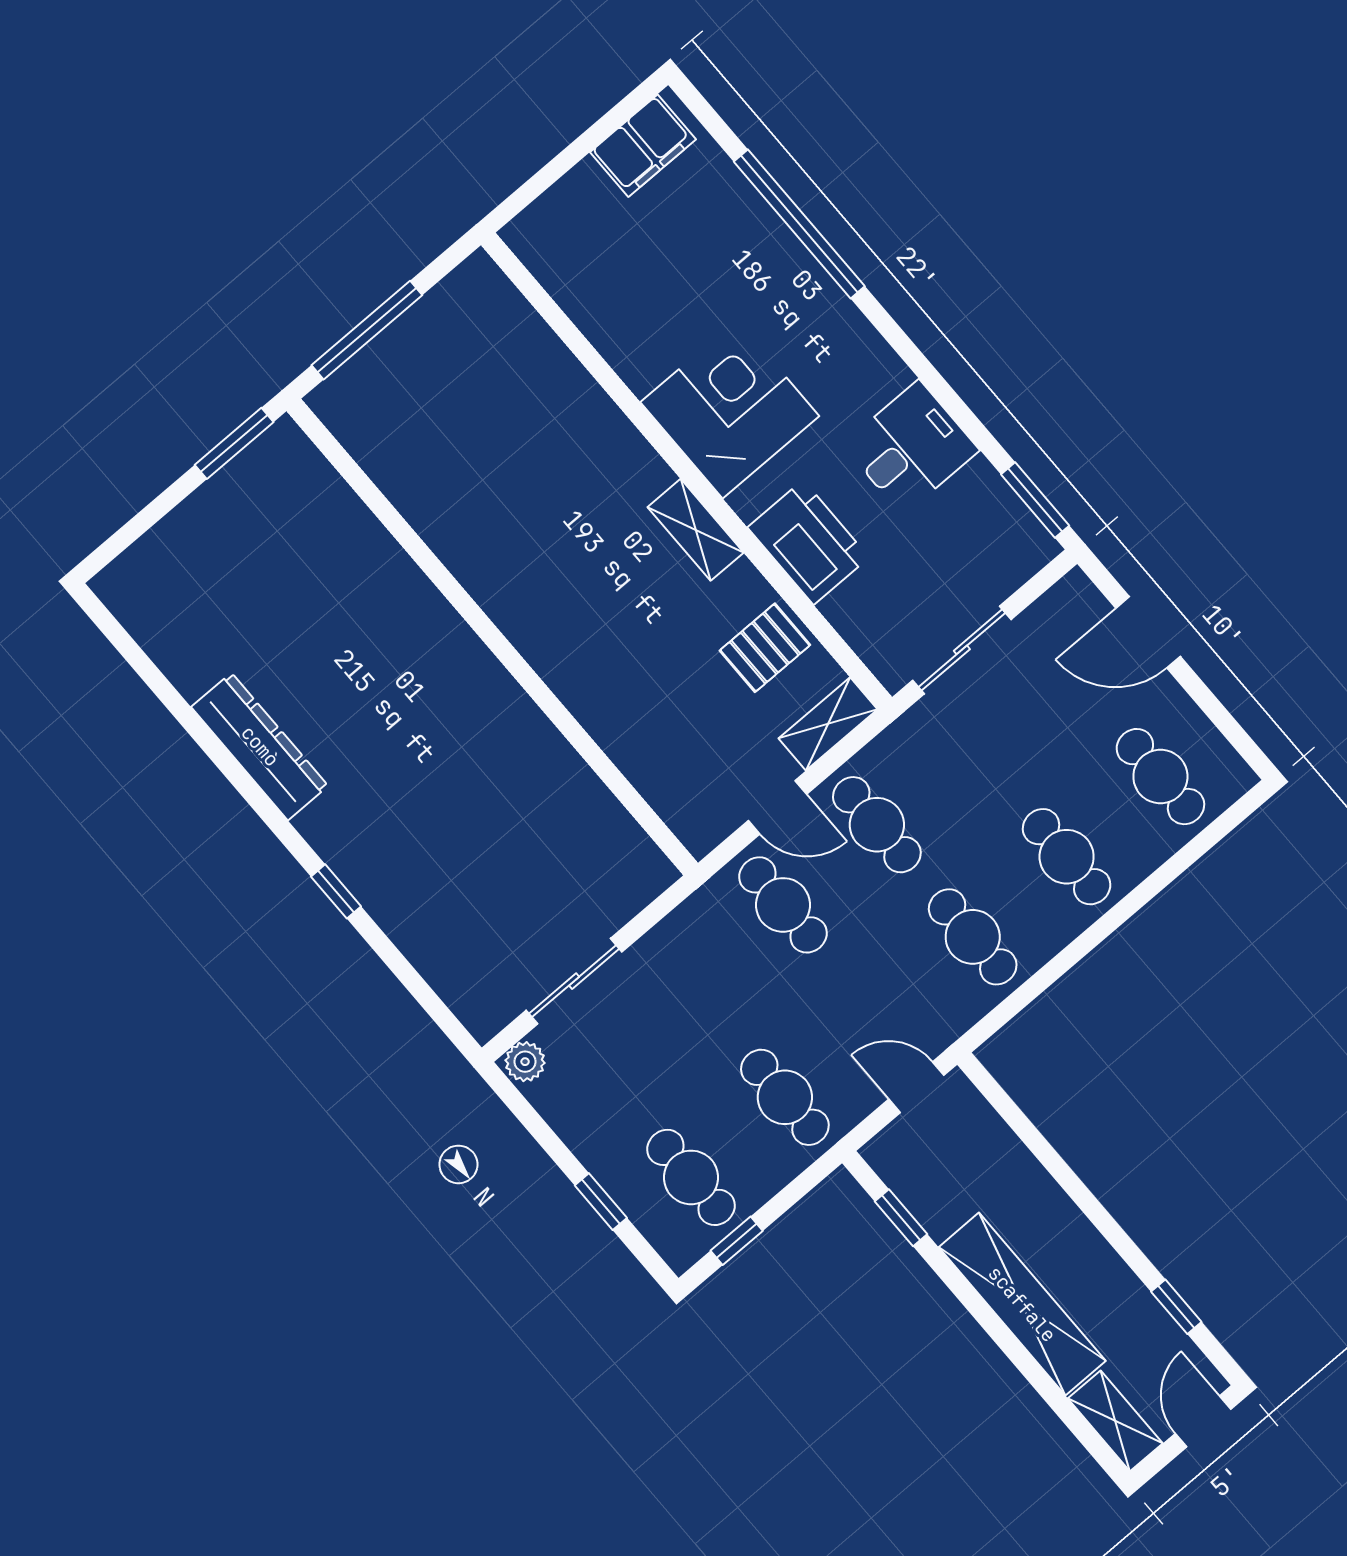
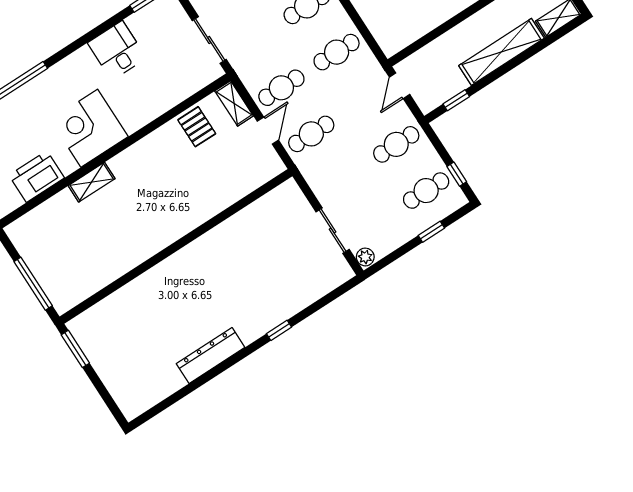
shelving: (696, 530) -> (92, 182), moved
printer: (808, 542) -> (37, 177), moved

